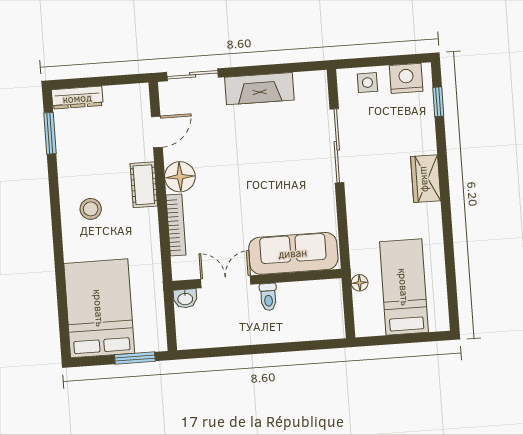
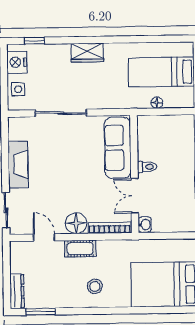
sofa: (293, 253) -> (118, 148), moved
wall: (257, 279) -> (134, 174), moved
double door: (226, 282) -> (135, 196), moved
toilet: (268, 297) -> (147, 167), moved
washbasin: (185, 299) -> (145, 225), moved

